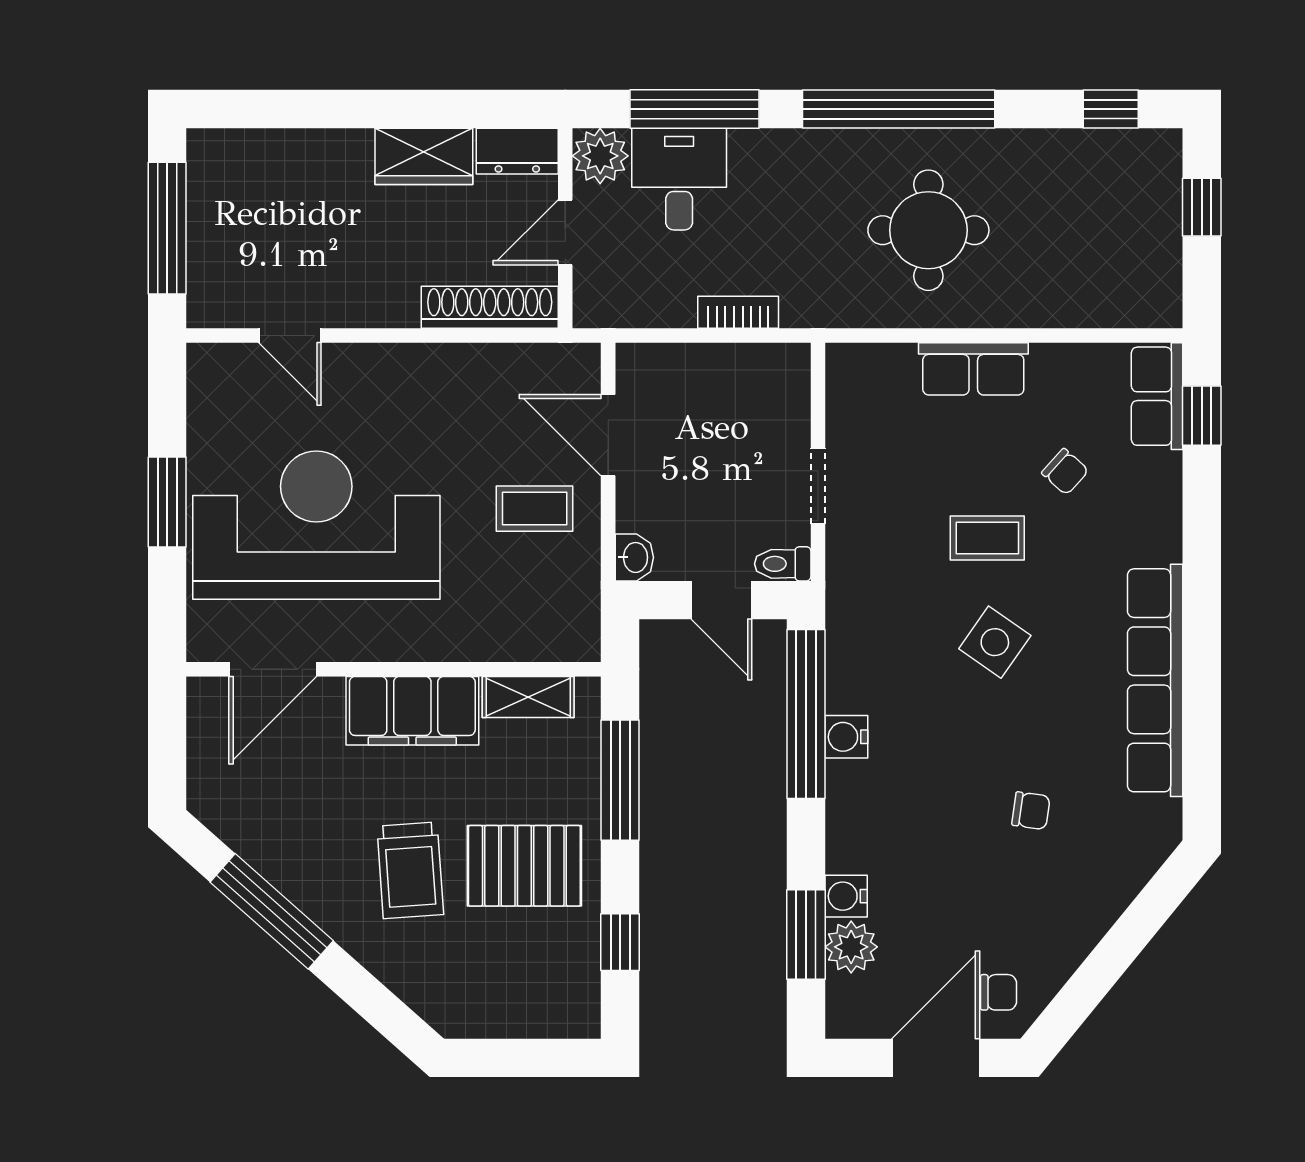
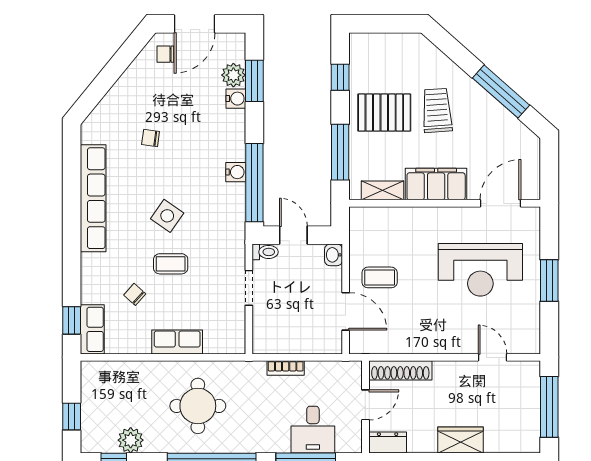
wardrobe: (424, 156) -> (461, 440), moved
plant: (600, 156) -> (131, 440), moved
reception desk: (316, 525) -> (480, 270), width x0.74, depth x0.77

